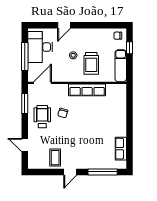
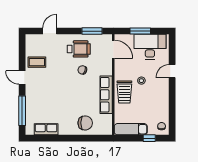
door: (64, 25) -> (172, 71), hinge flipped
window: (25, 57) -> (140, 31), width x0.69
trolley: (91, 63) -> (124, 92), moved, turned -90
chair: (115, 110) -> (85, 123), added

